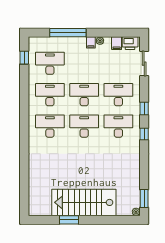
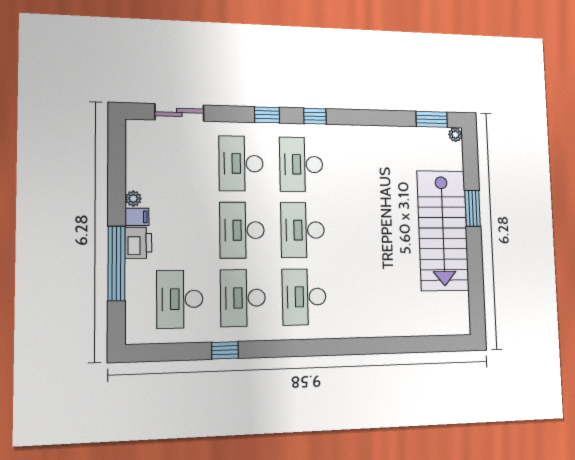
filing cabinet: (117, 43) -> (138, 165), removed
printer: (130, 43) -> (138, 243), moved
window: (24, 58) -> (225, 350), moved
window: (69, 220) -> (473, 208), moved

